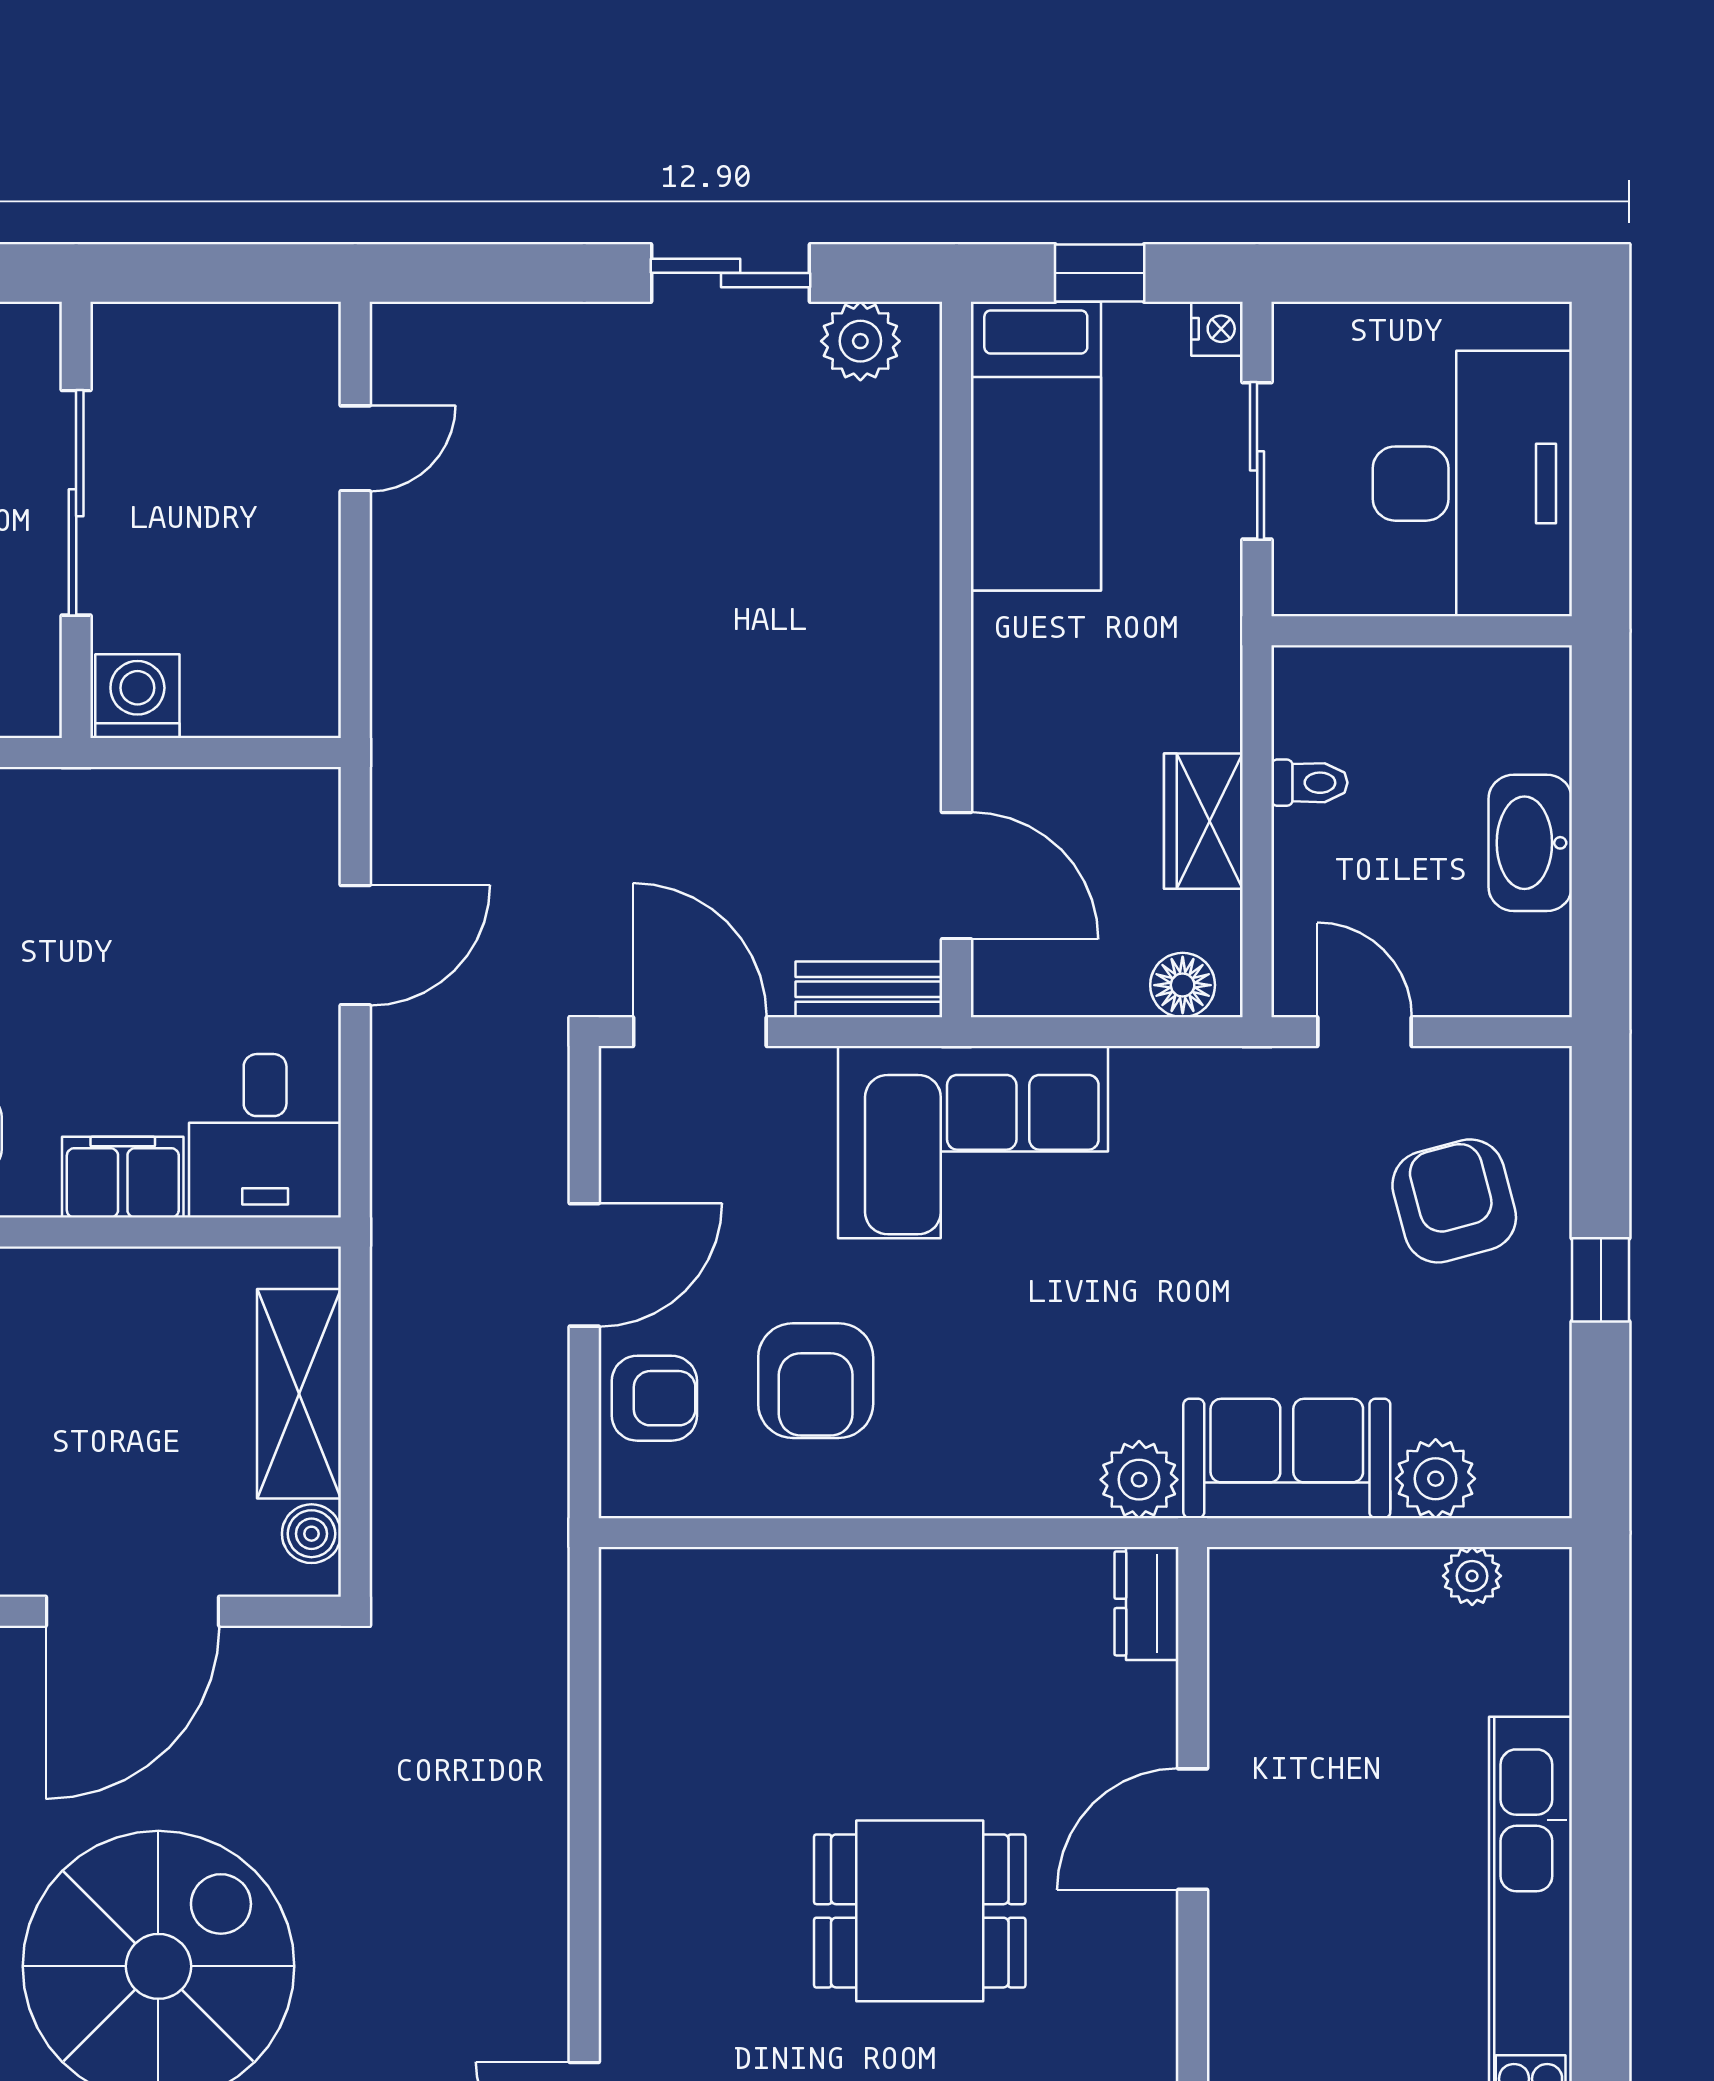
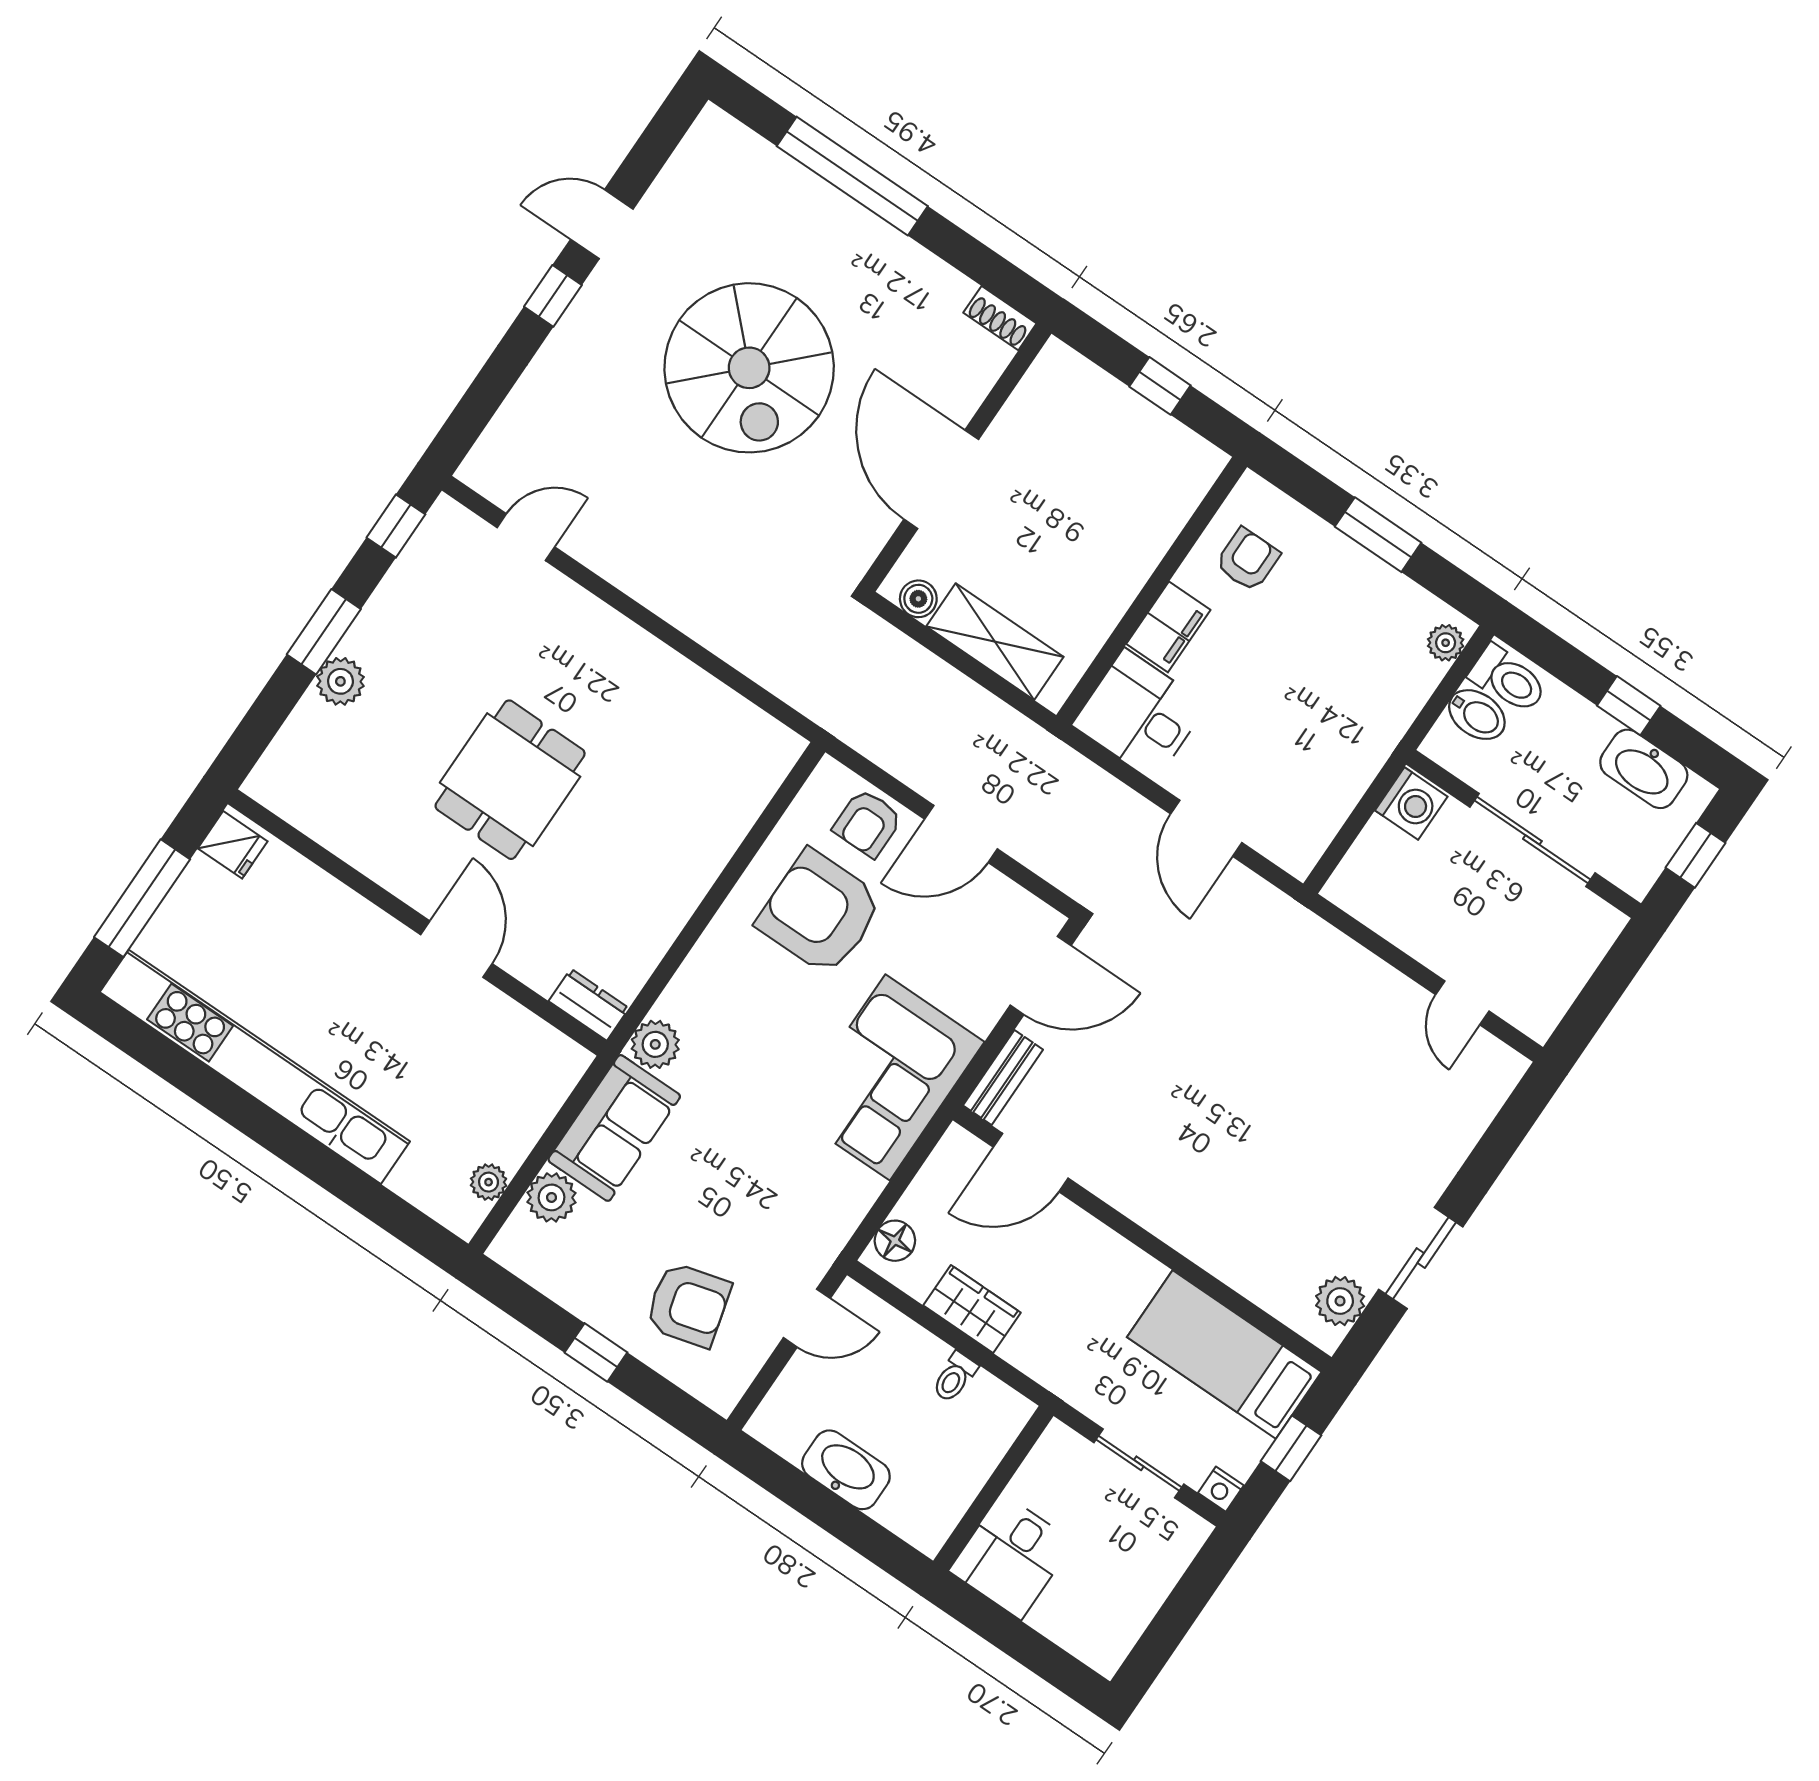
desk: (1472, 484) -> (1011, 1556), width x0.53, depth x0.77
door: (584, 1265) -> (961, 834), hinge flipped
armchair: (816, 1381) -> (820, 912), width x1.36, depth x1.36

